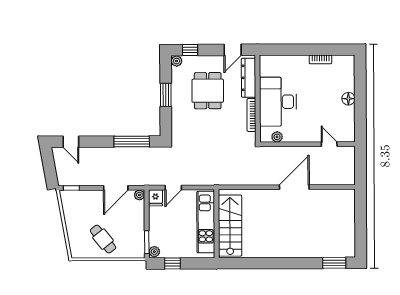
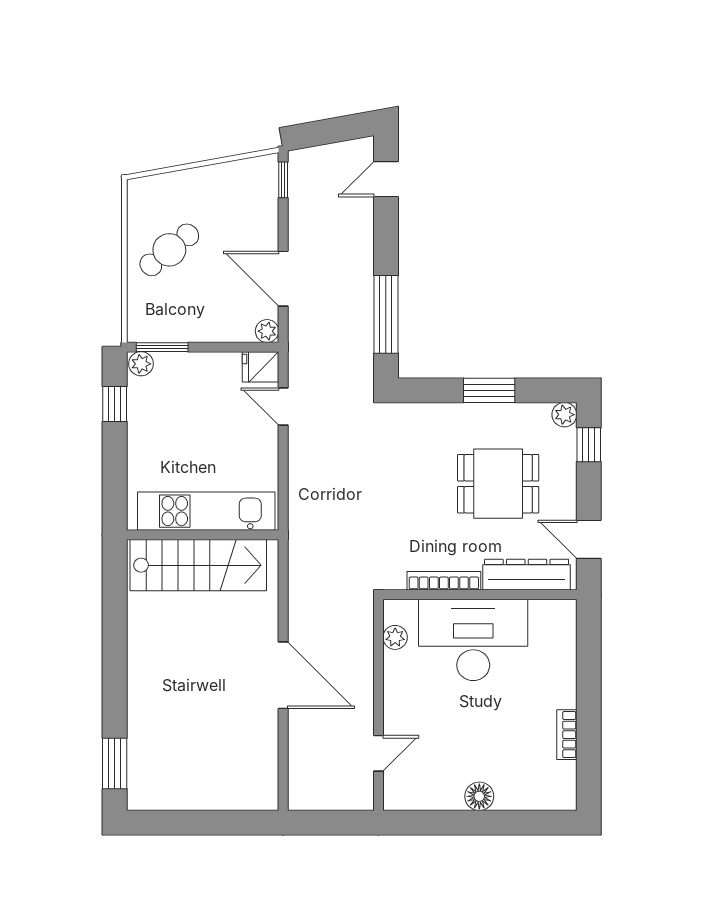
kitchen unit: (206, 222) -> (206, 511), moved
wall: (216, 224) -> (203, 535), moved
stairs: (230, 226) -> (198, 565), moved

